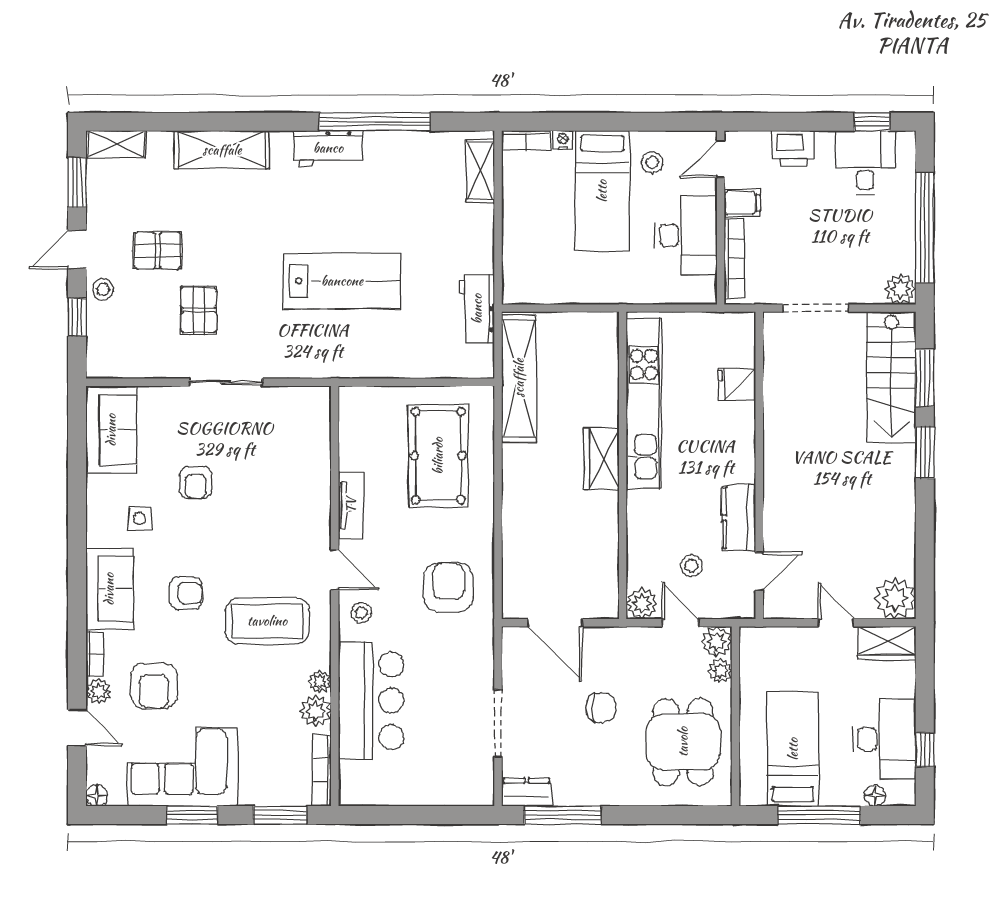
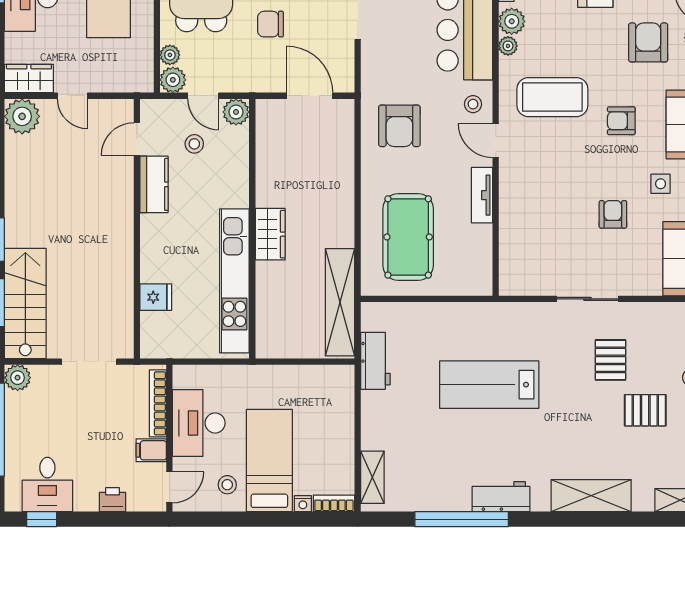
printer: (794, 148) -> (113, 500), width x0.73, depth x0.81

